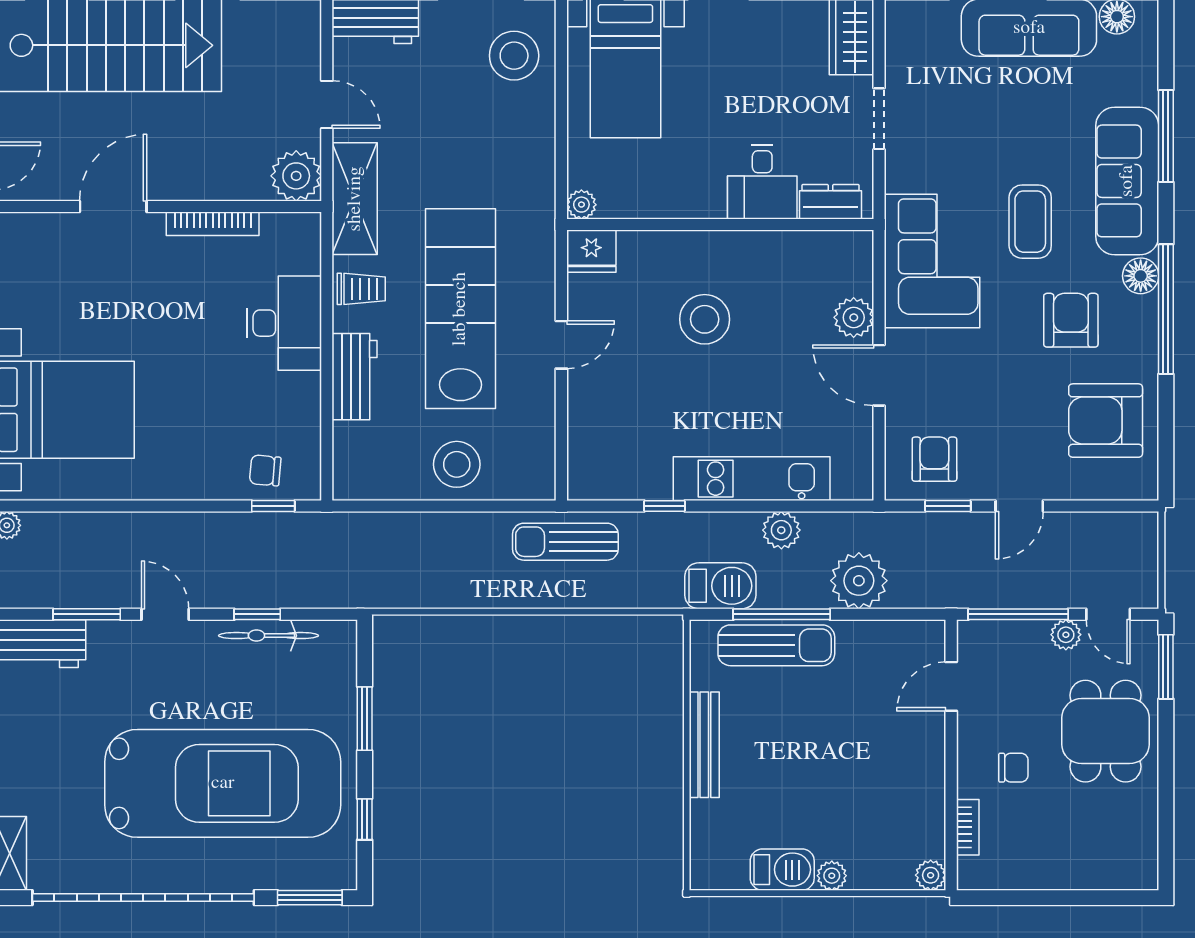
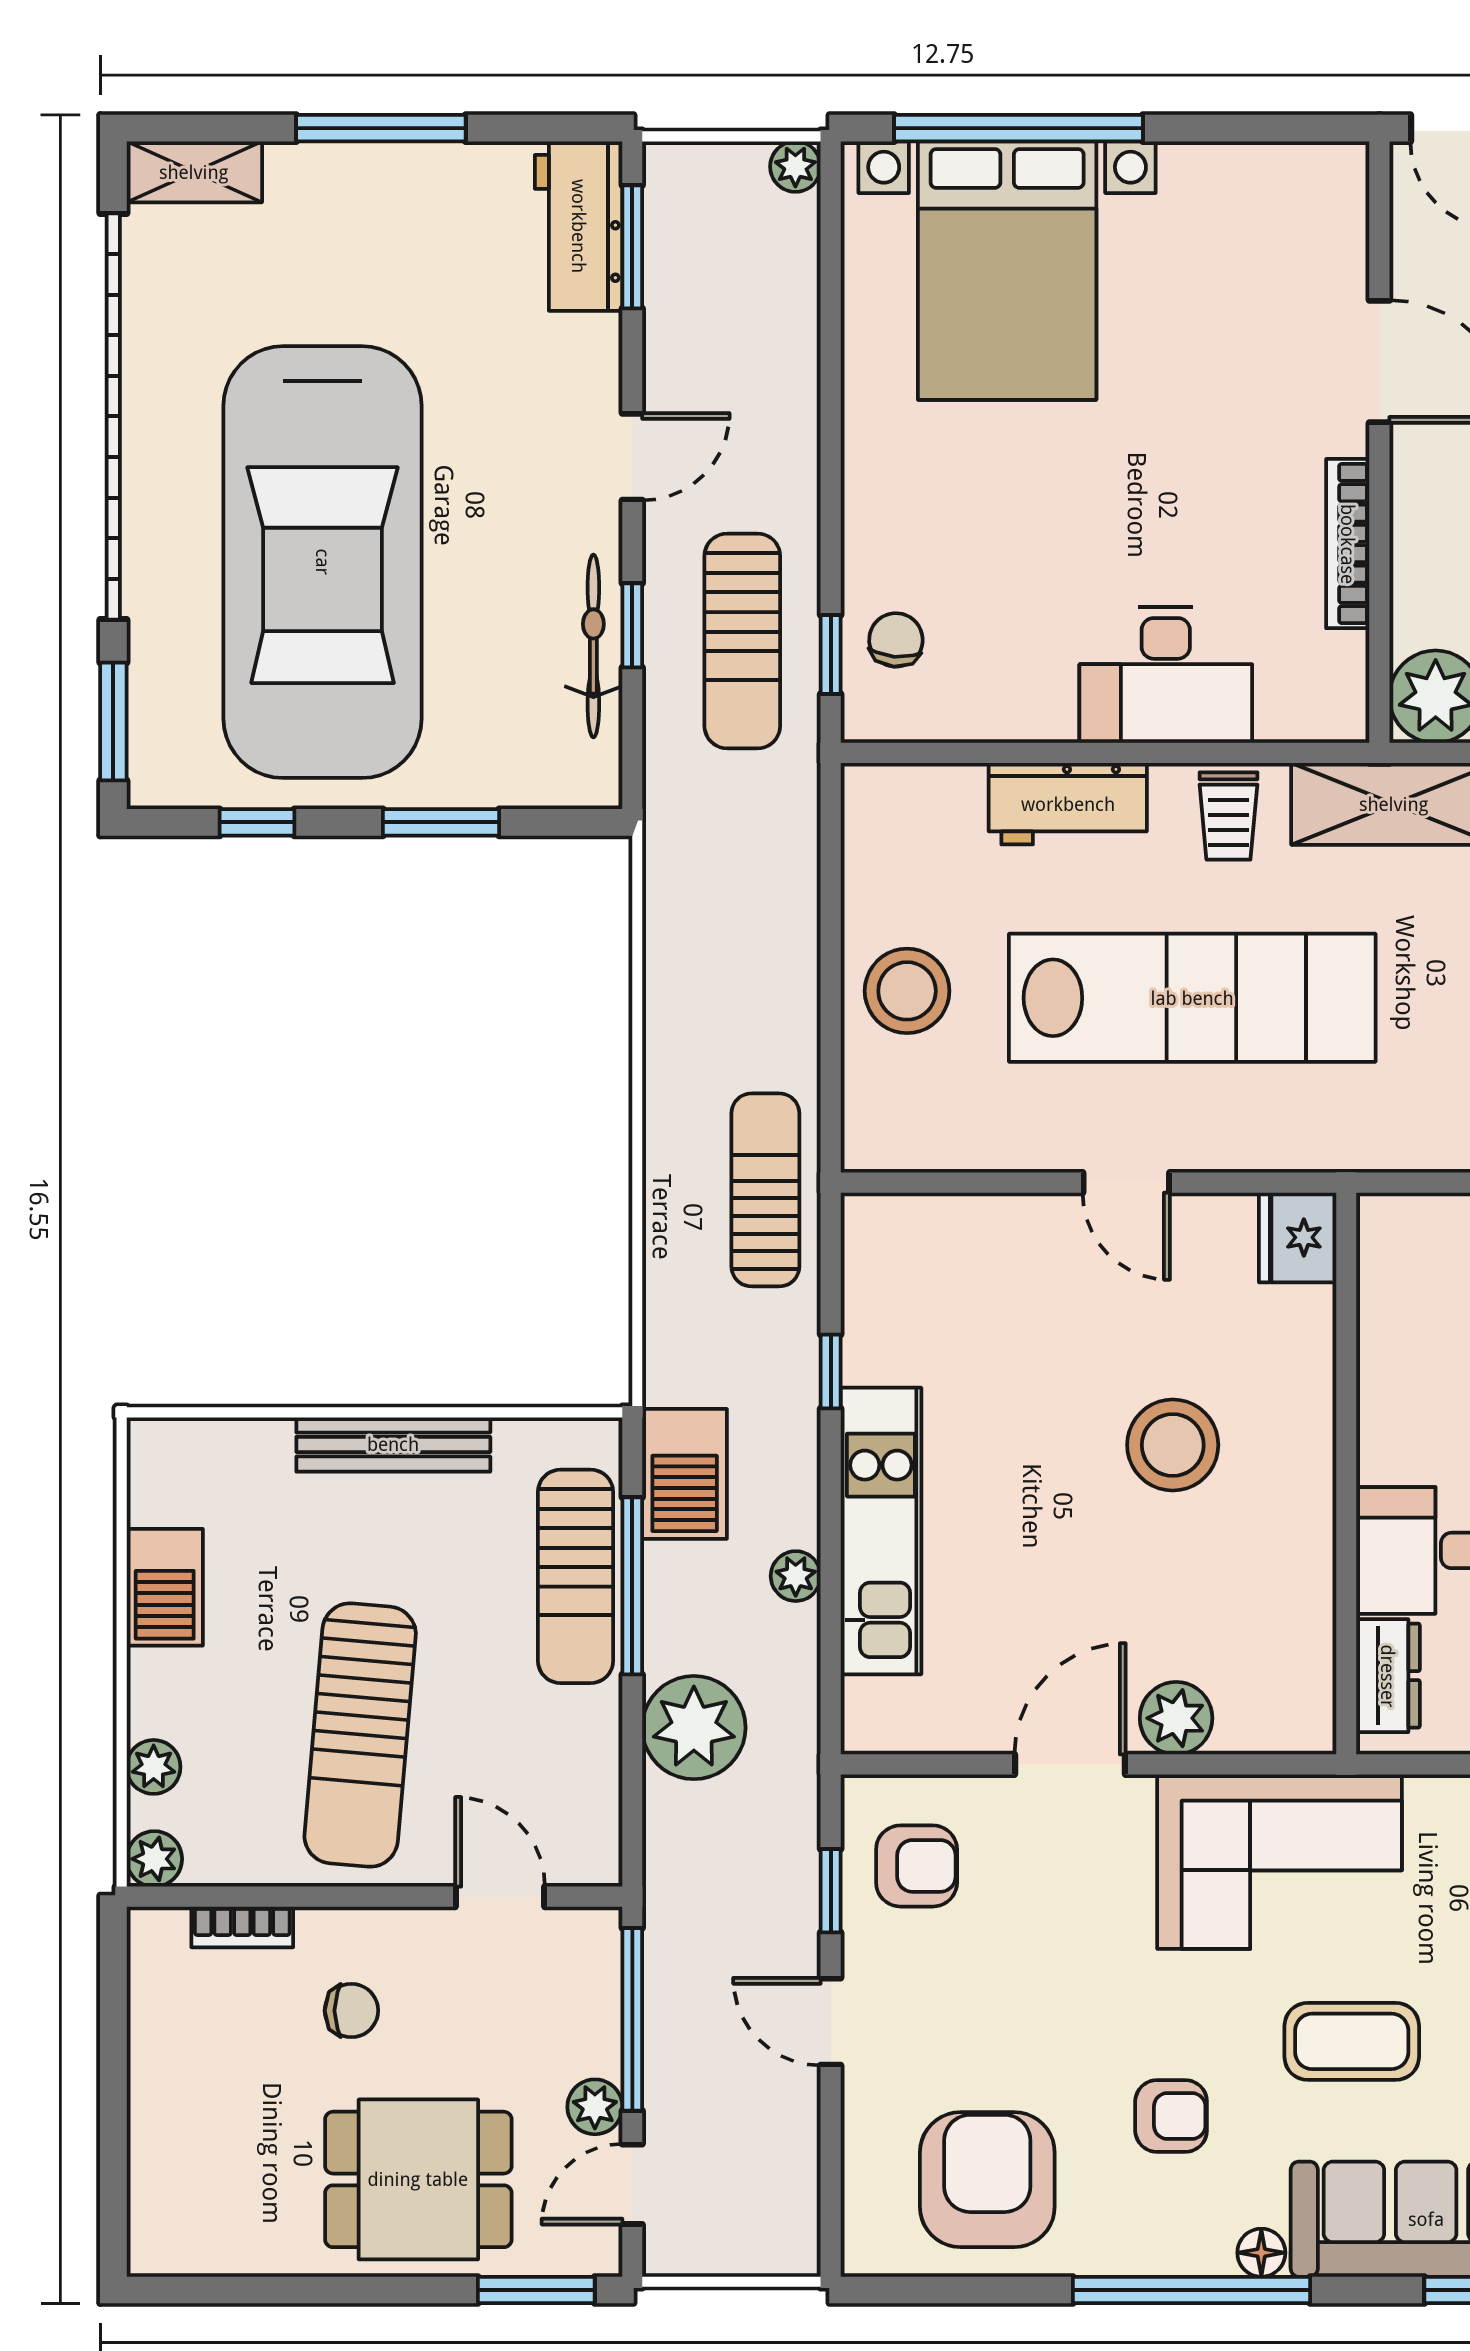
plant: (581, 205) -> (1383, 1219), removed
floor lamp: (1141, 276) -> (1261, 2253), width x0.73, depth x0.73
armchair: (1071, 320) -> (1171, 2116), width x0.72, depth x0.72
plant: (781, 530) -> (796, 1576), width x0.73, depth x0.73
sun lounger: (266, 554) -> (742, 641), added
window: (87, 614) -> (632, 247), moved
sun lounger: (863, 763) -> (360, 1735), added
chair: (1013, 768) -> (351, 2011), turned -90
plant: (832, 876) -> (154, 1767), moved

